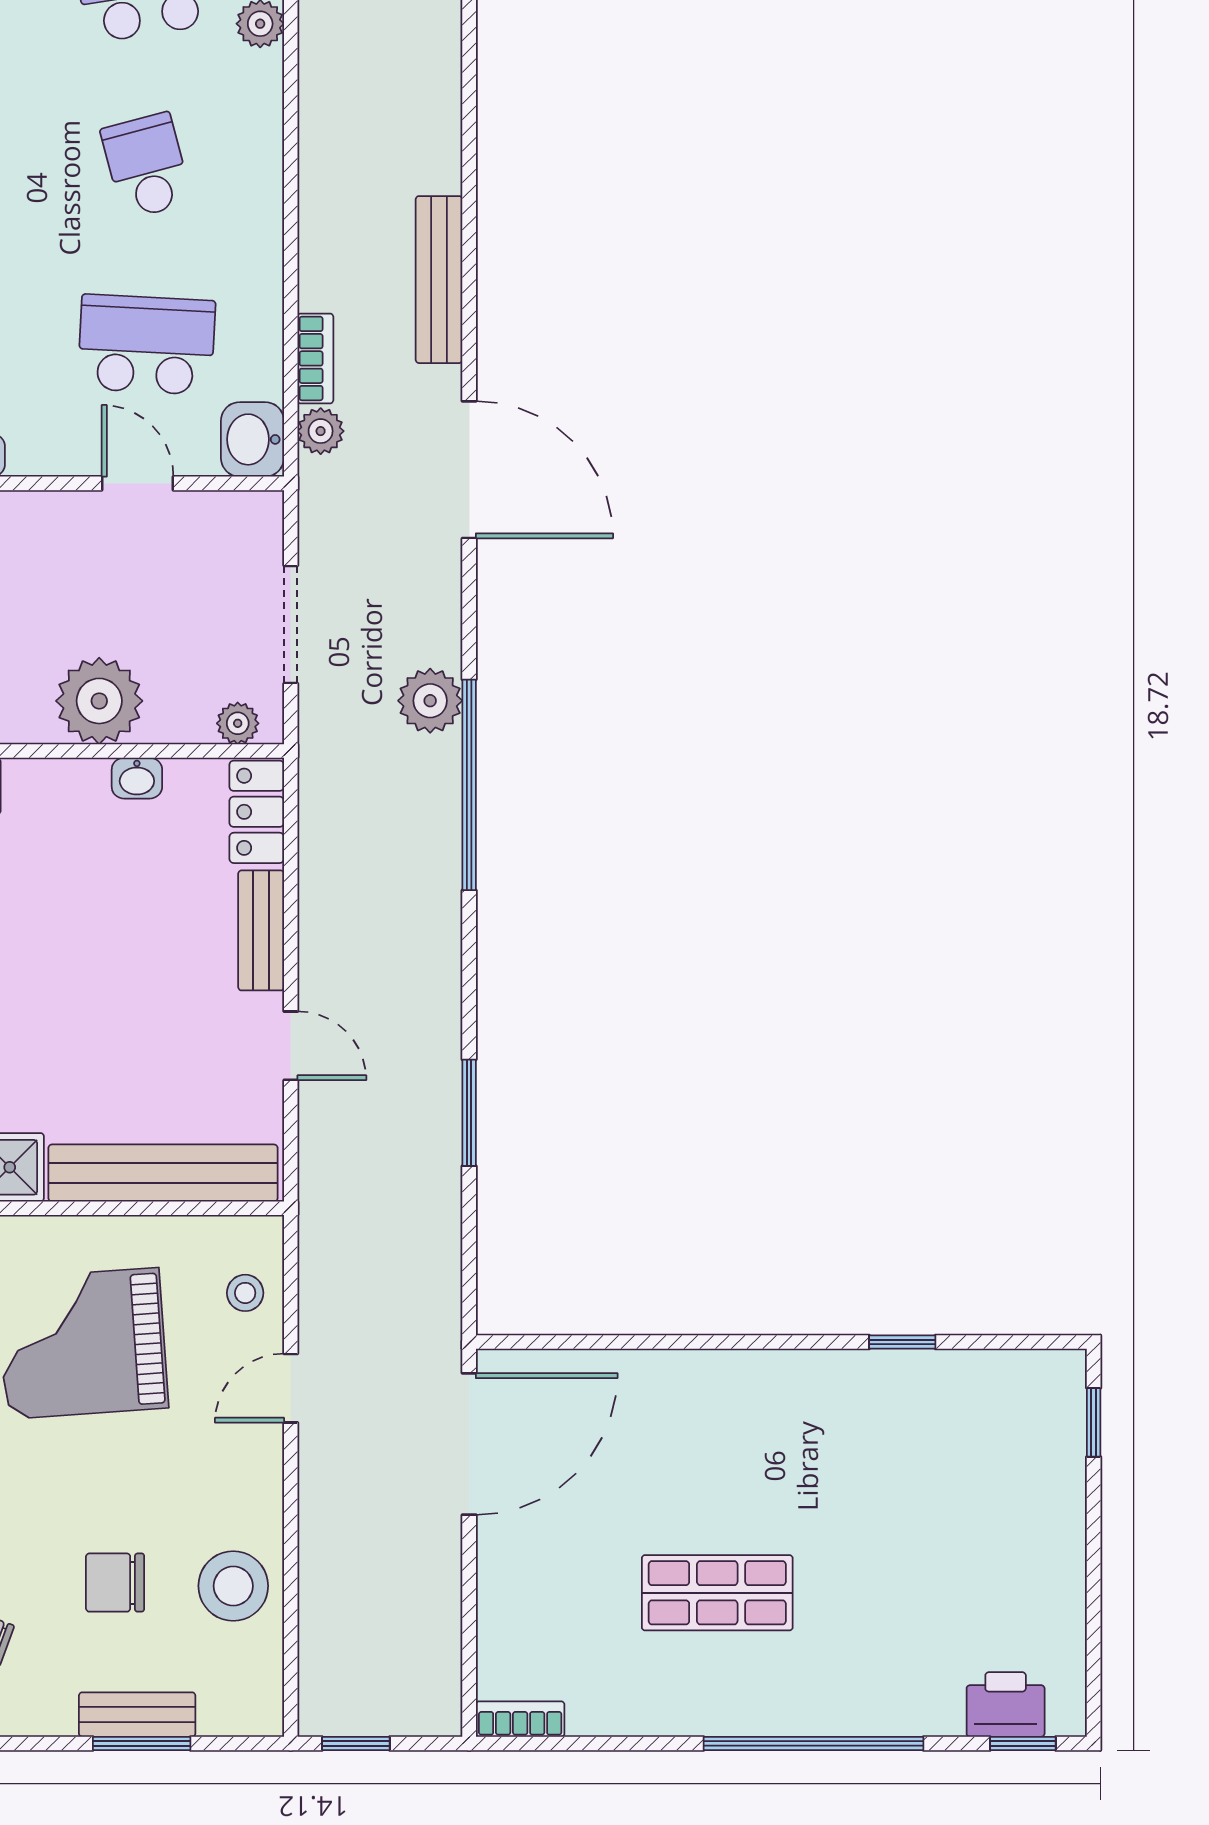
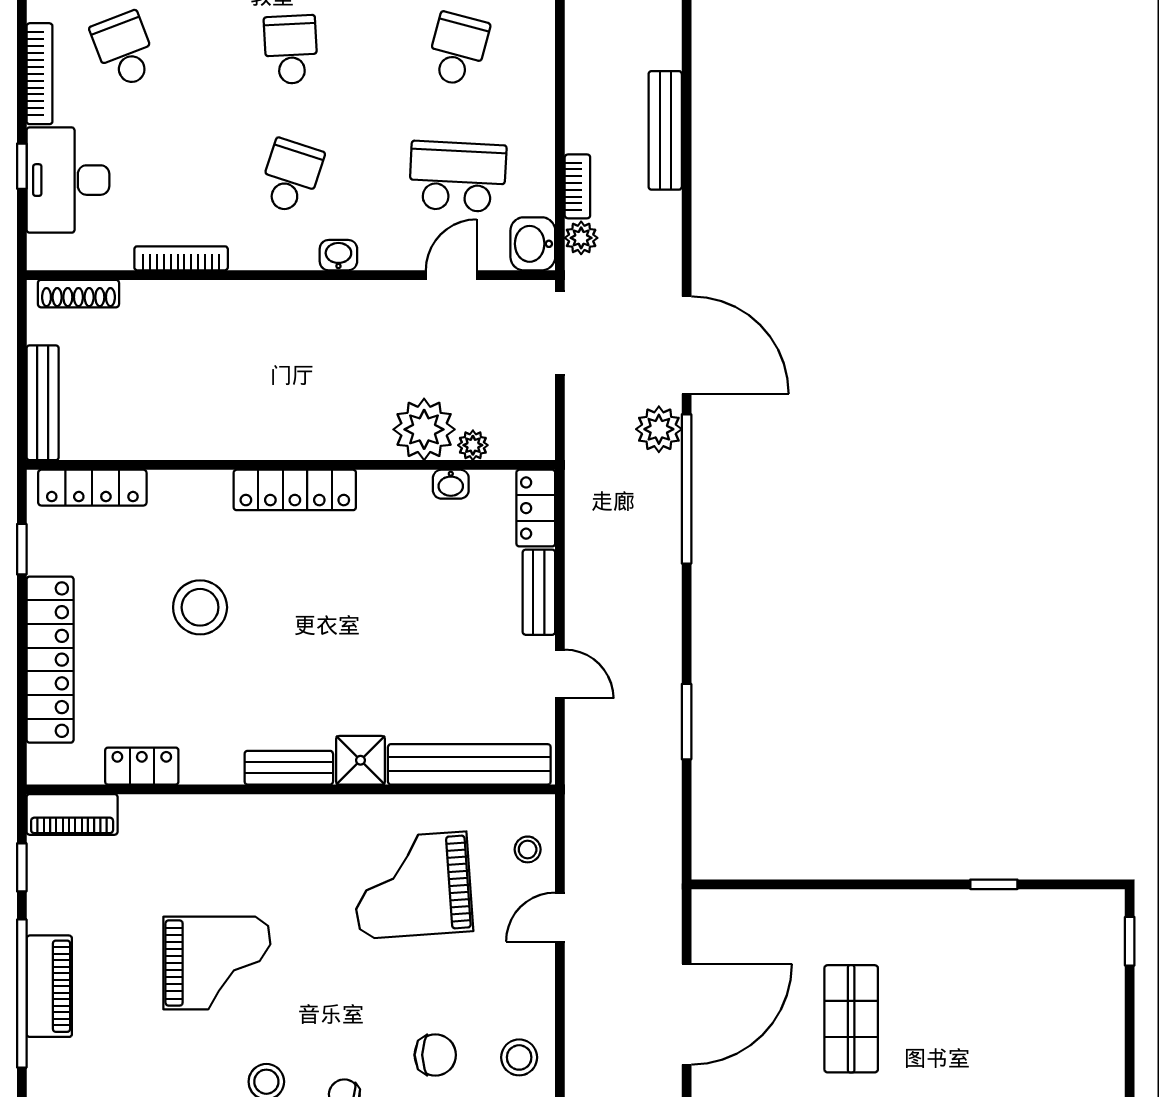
school desk: (146, 166) -> (458, 50), turned 30
door: (469, 470) -> (687, 345), moved
door: (138, 483) -> (451, 275), hinge flipped
doorway: (291, 624) -> (560, 333), moved
plant: (238, 723) -> (473, 445), moved
door: (469, 1444) -> (687, 1014), moved
chair: (115, 1583) -> (435, 1055), turned 180
stool: (233, 1586) -> (519, 1057), width x0.73, depth x0.73
shop shelf: (717, 1593) -> (851, 1019), moved, turned 90

